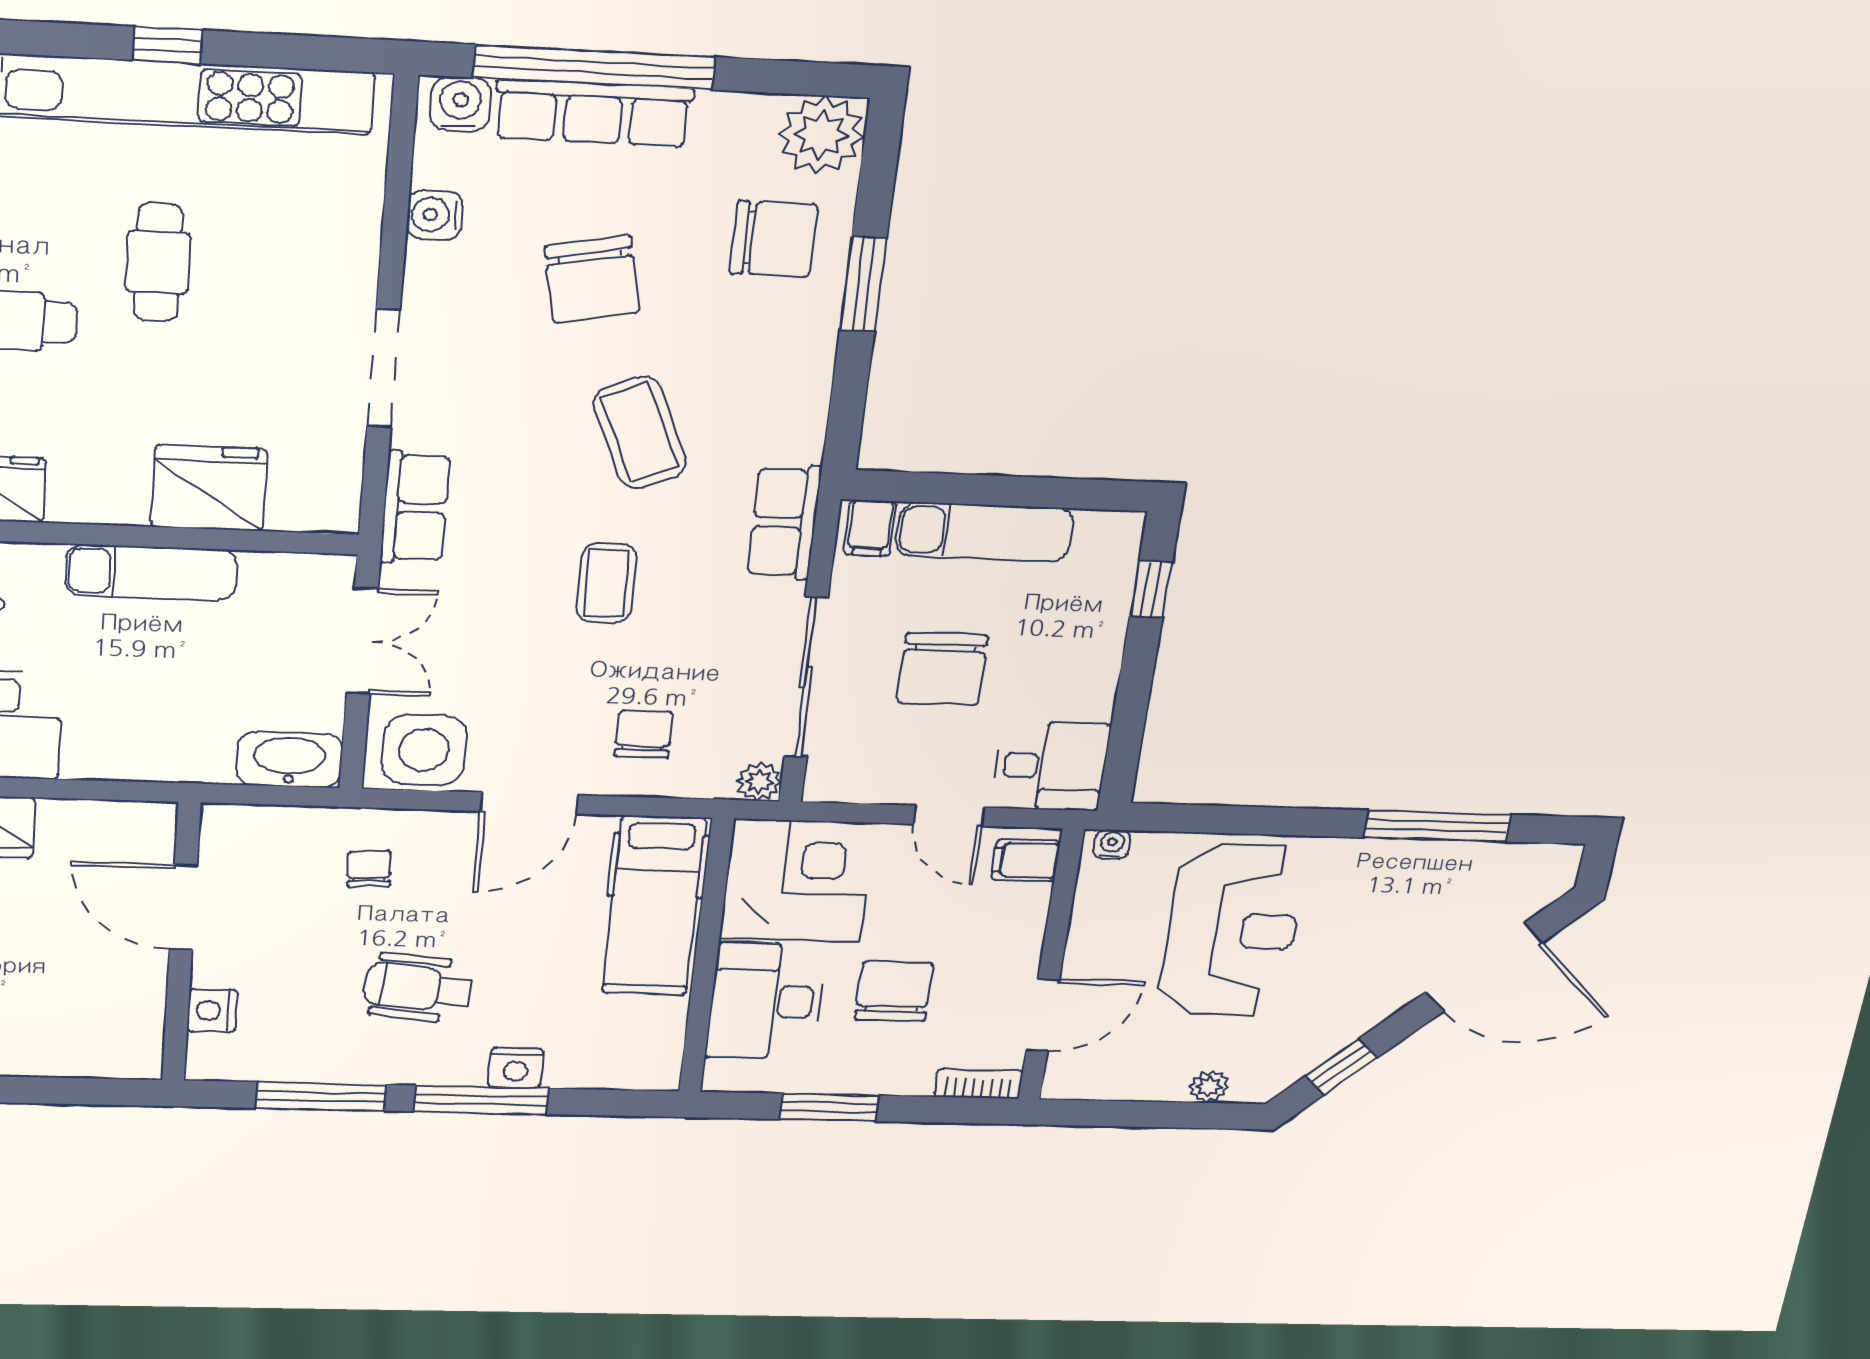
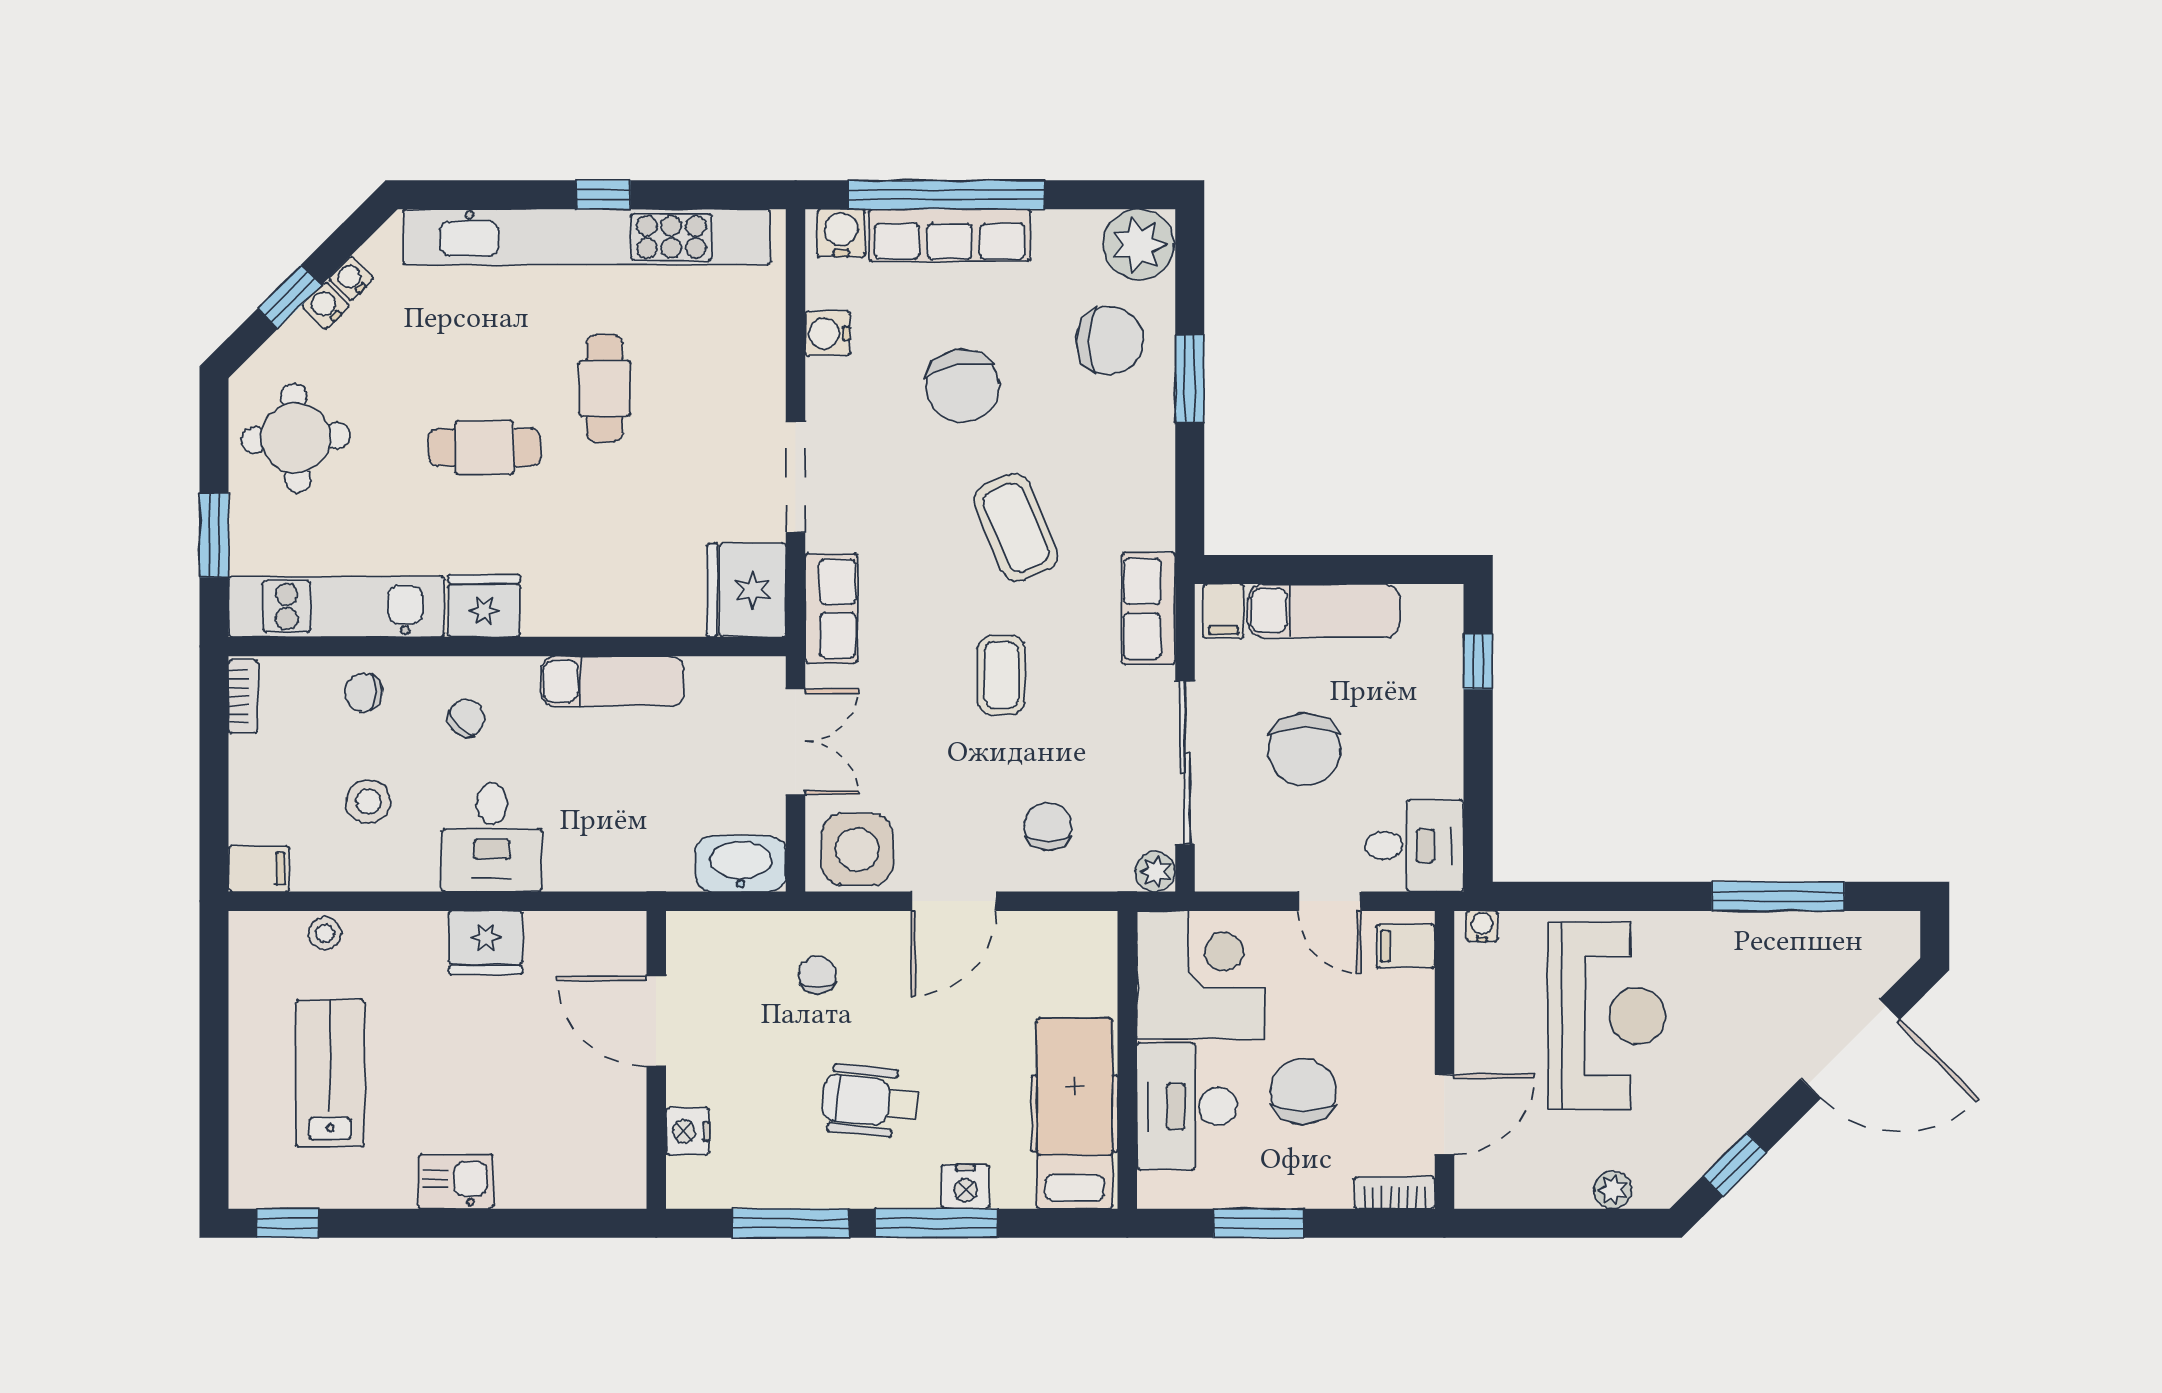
fridge: (209, 488) -> (746, 590), moved, turned -90
hospital bed: (654, 906) -> (1075, 1114), moved, turned 180

